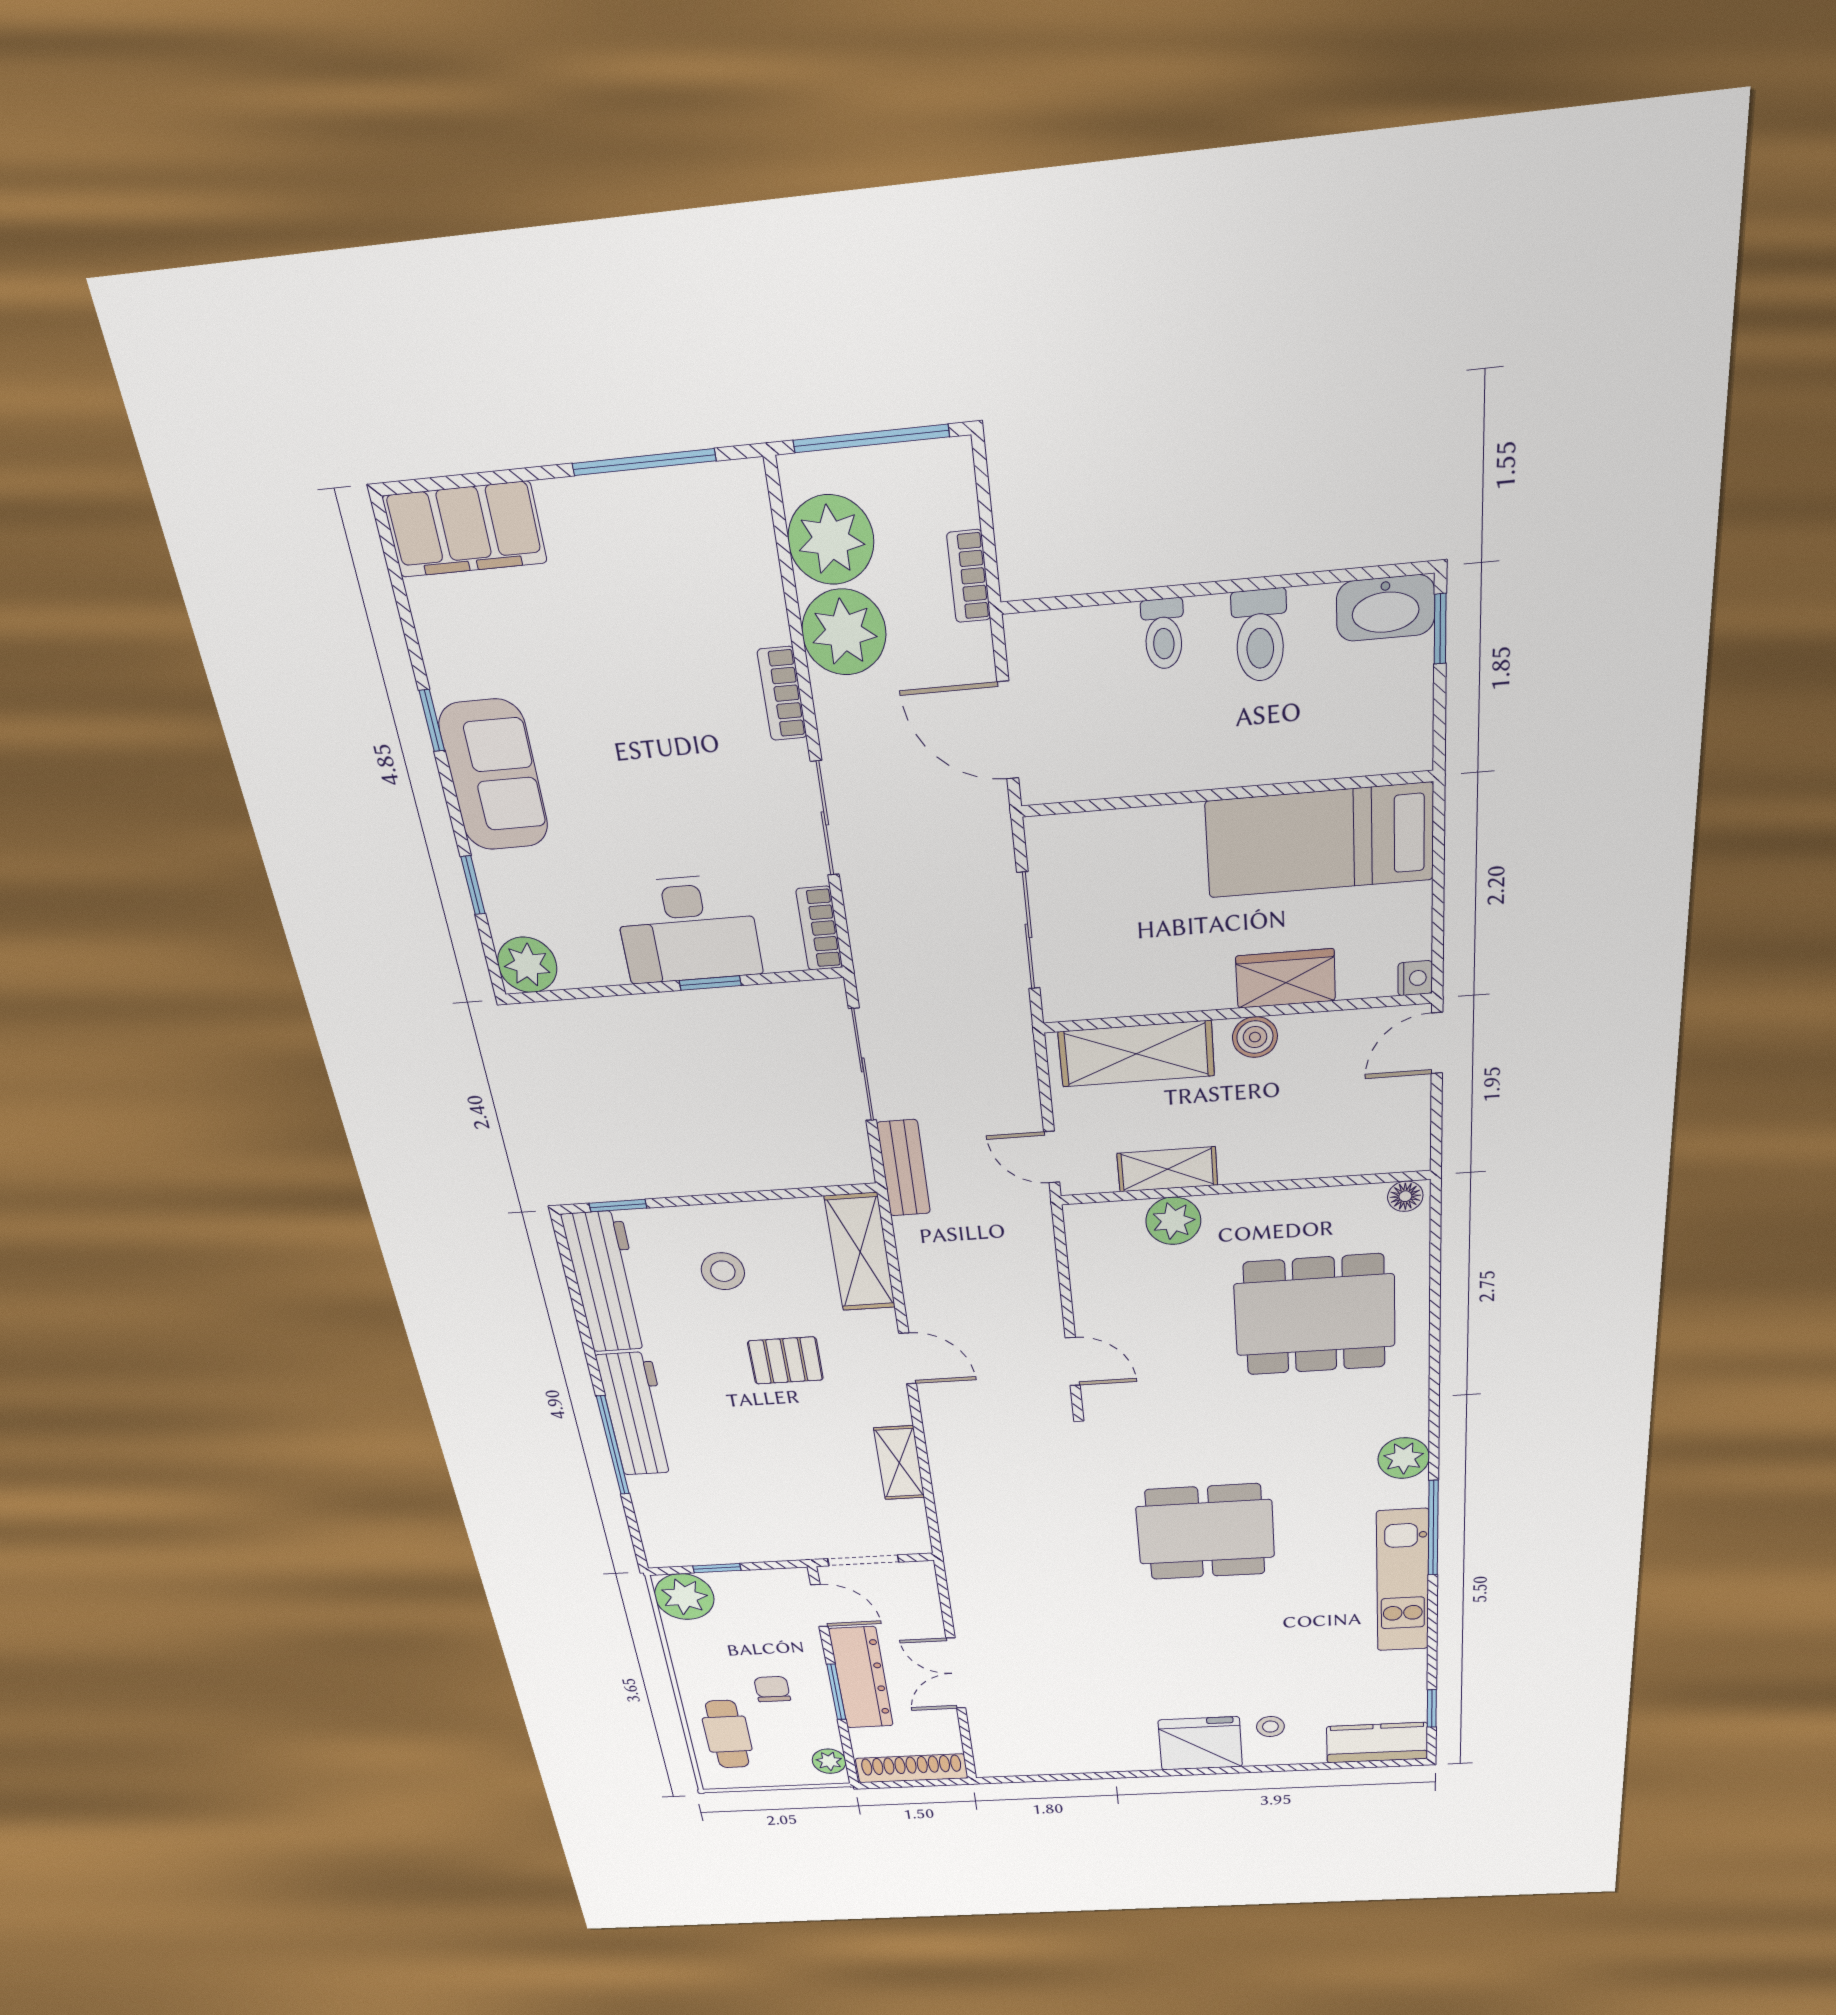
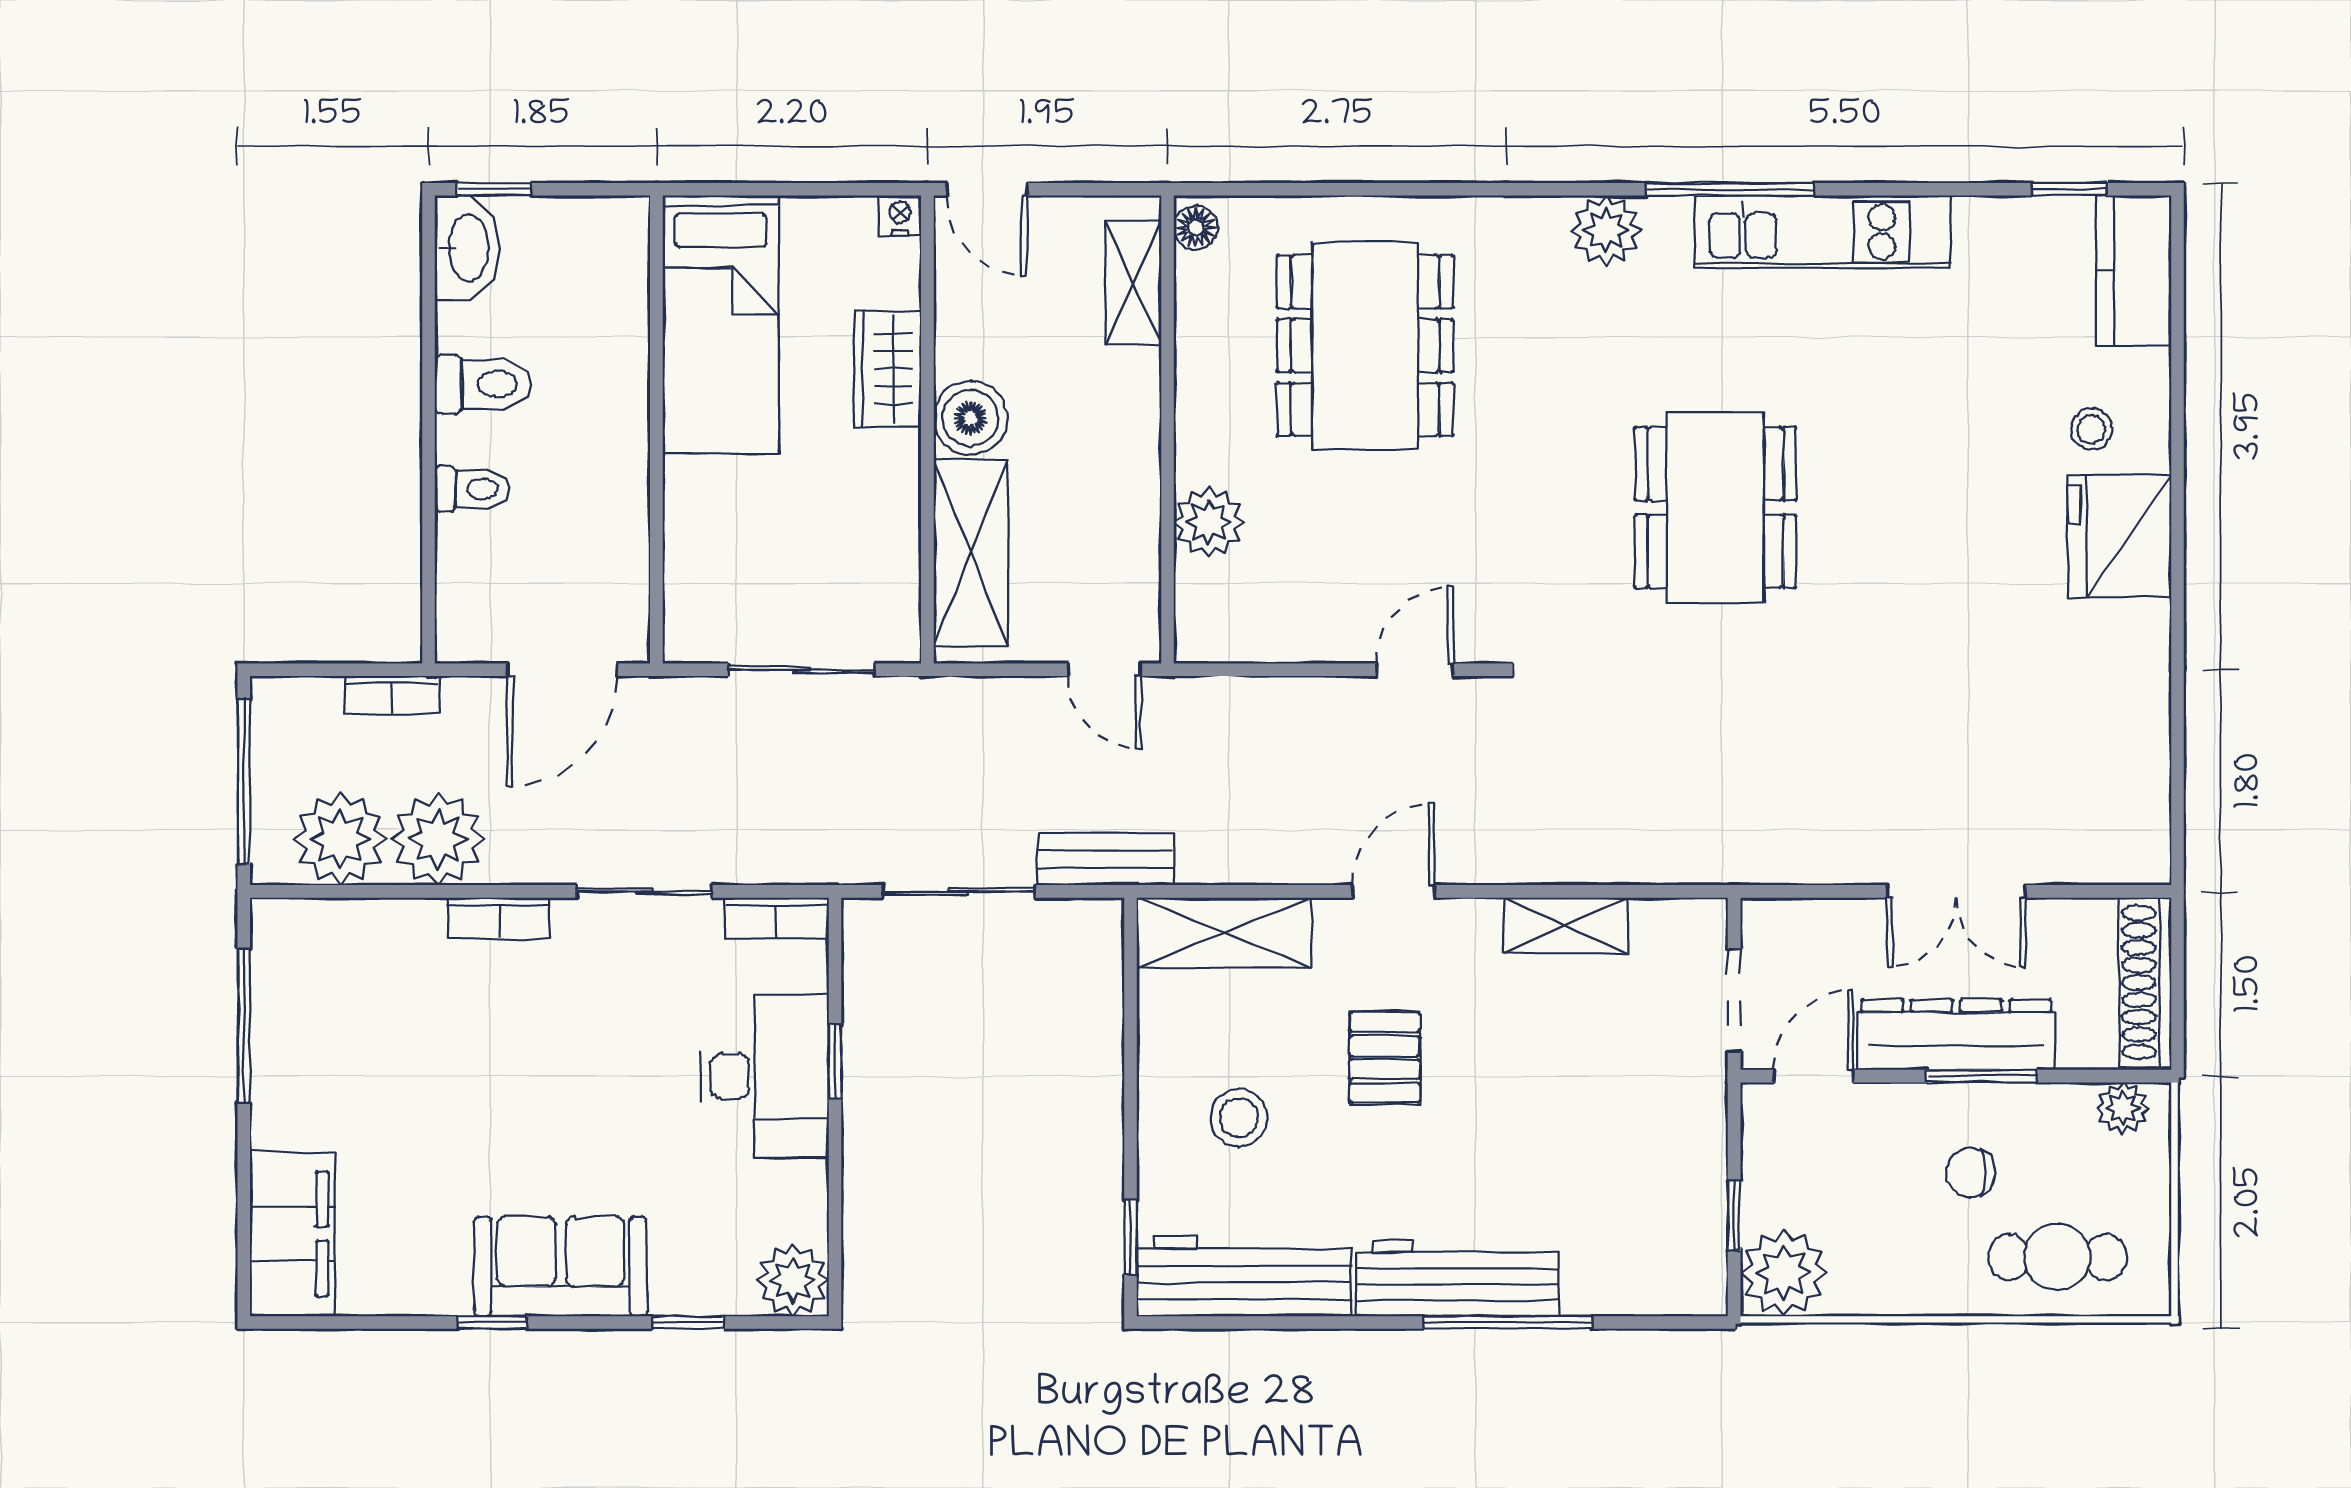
boiler: (1255, 1037) -> (970, 418), width x1.36, depth x1.36
door: (1052, 1157) -> (1105, 670), hinge flipped
shelving: (1167, 1169) -> (1134, 283), moved

